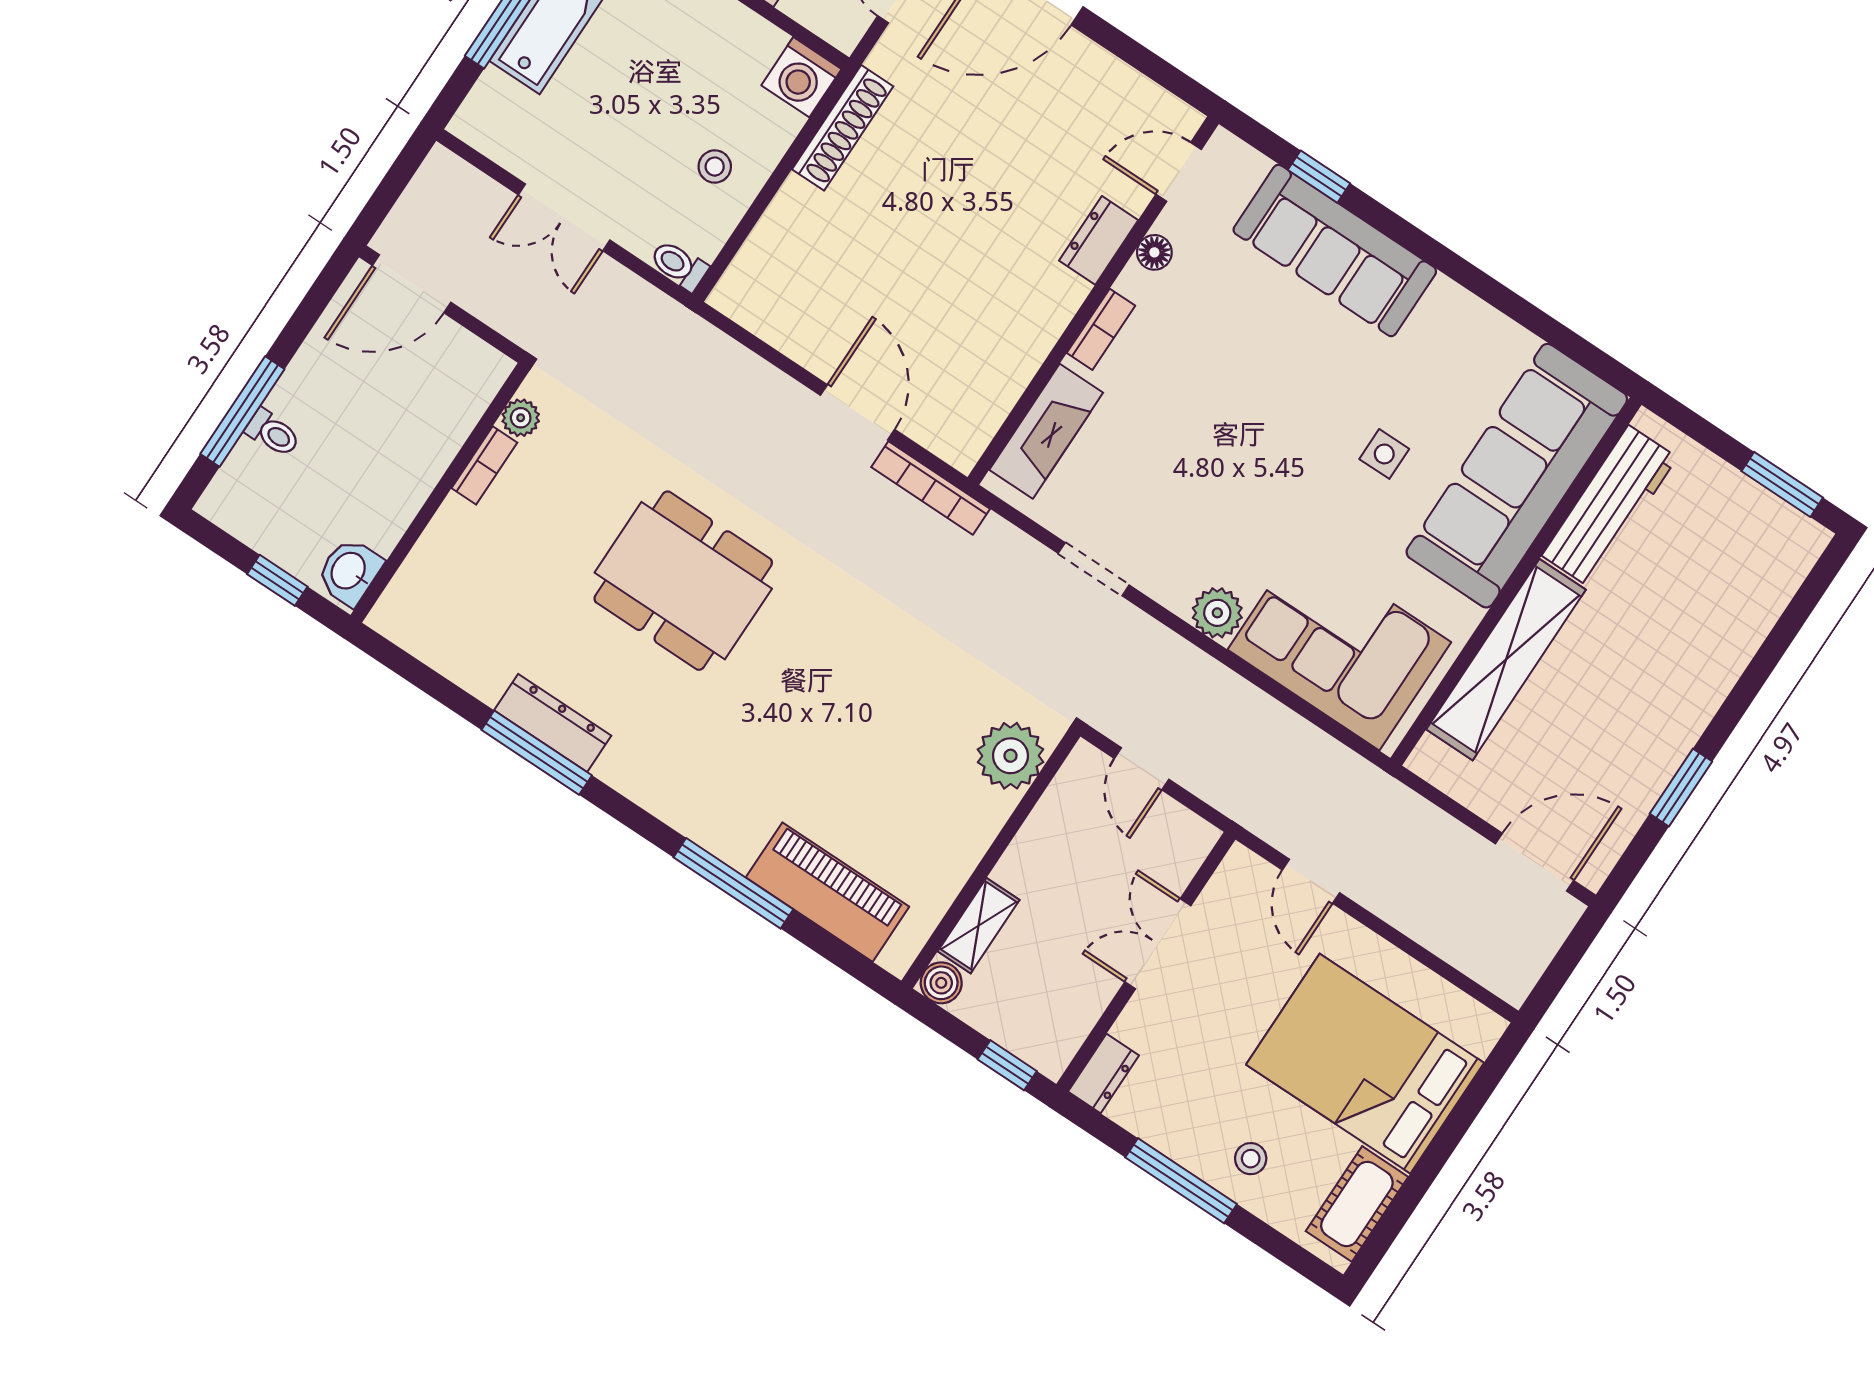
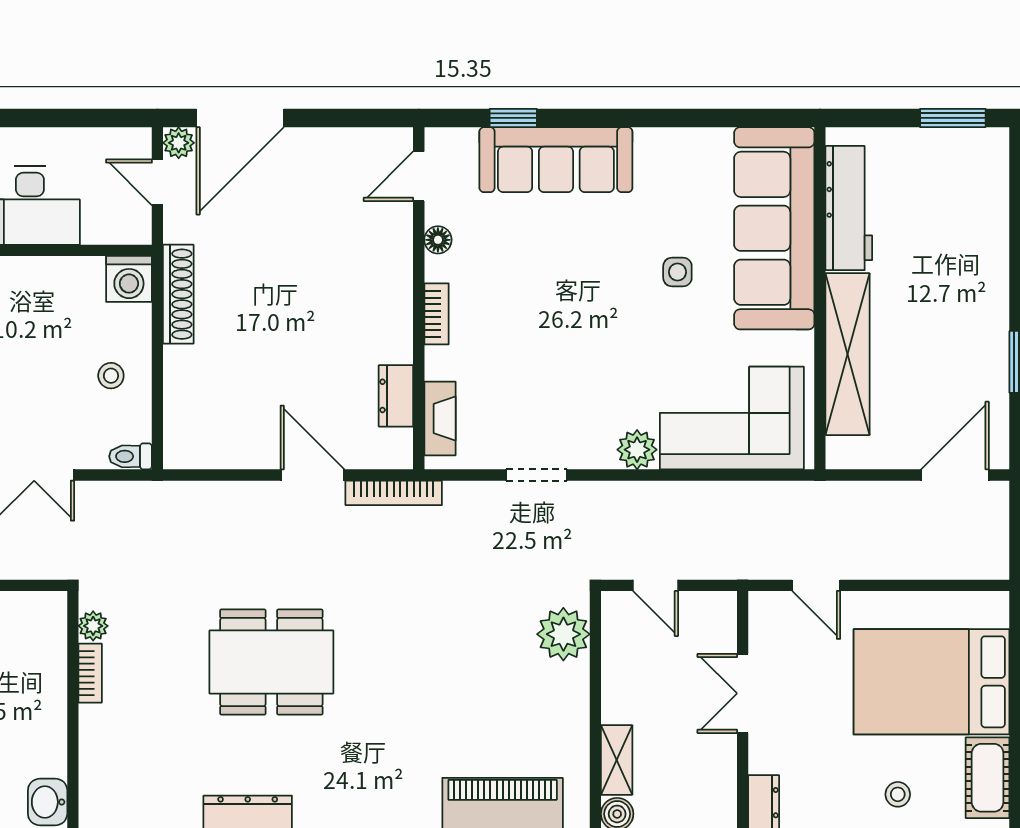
dresser: (1099, 240) -> (396, 396), moved
fireplace: (1046, 431) -> (440, 418), width x0.73, depth x0.76

